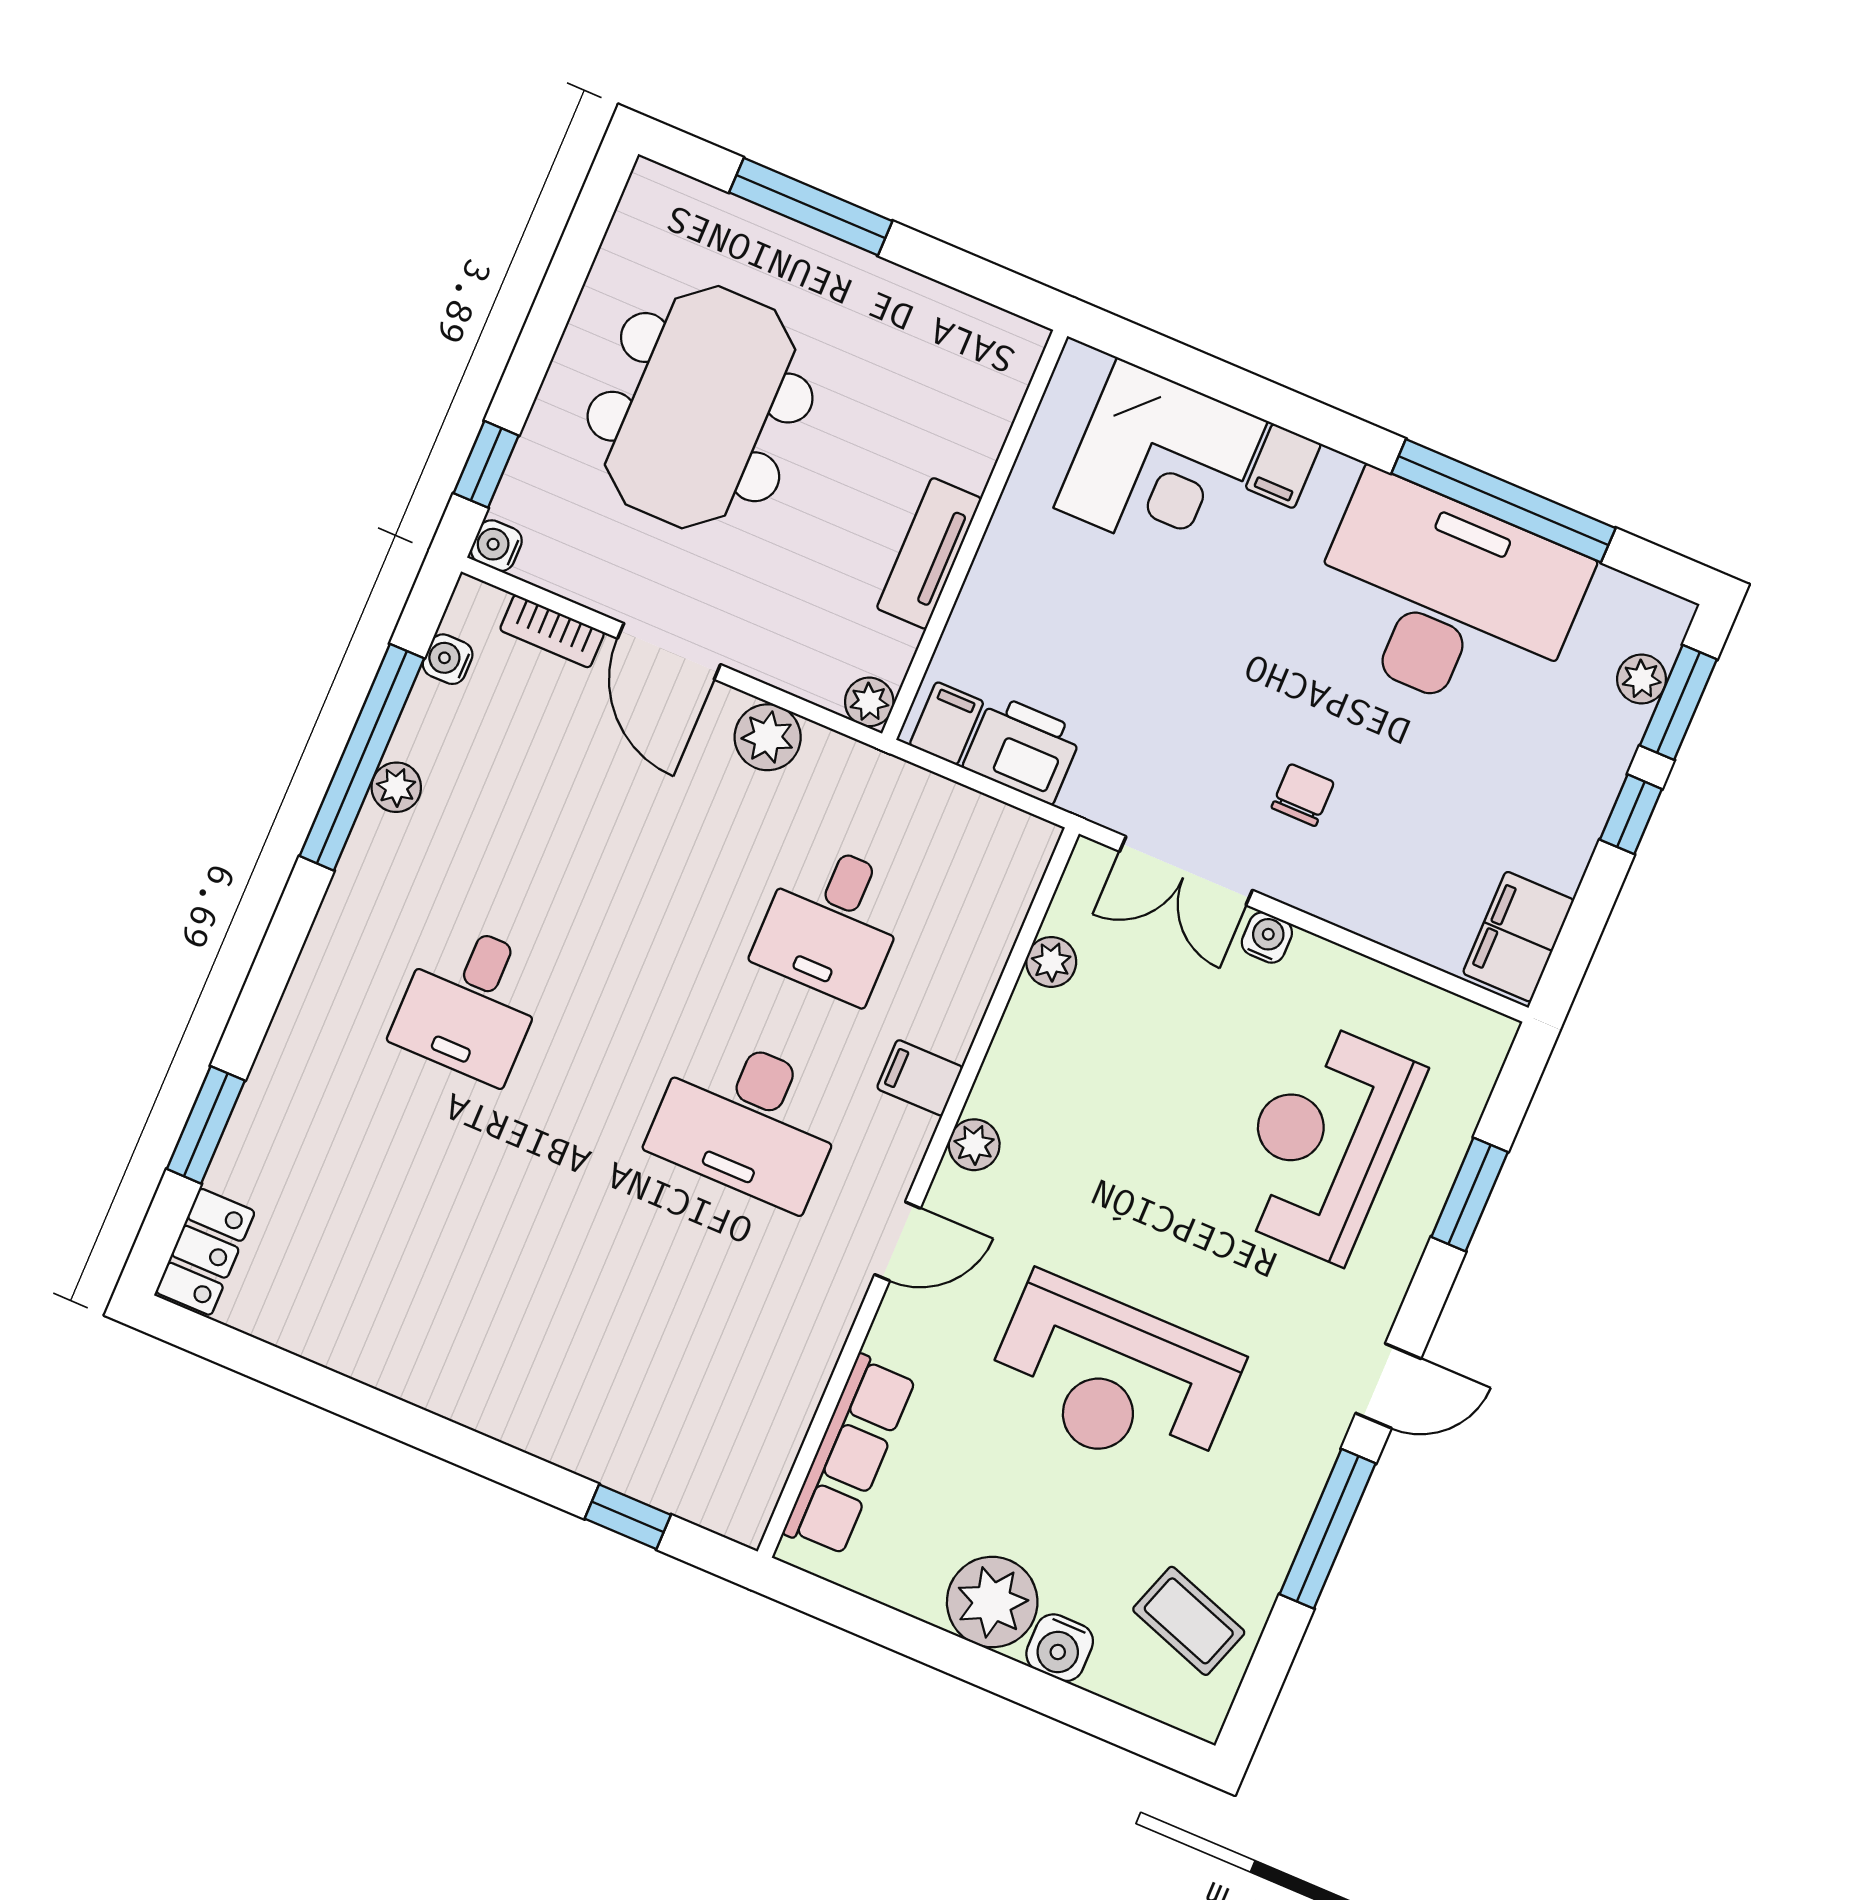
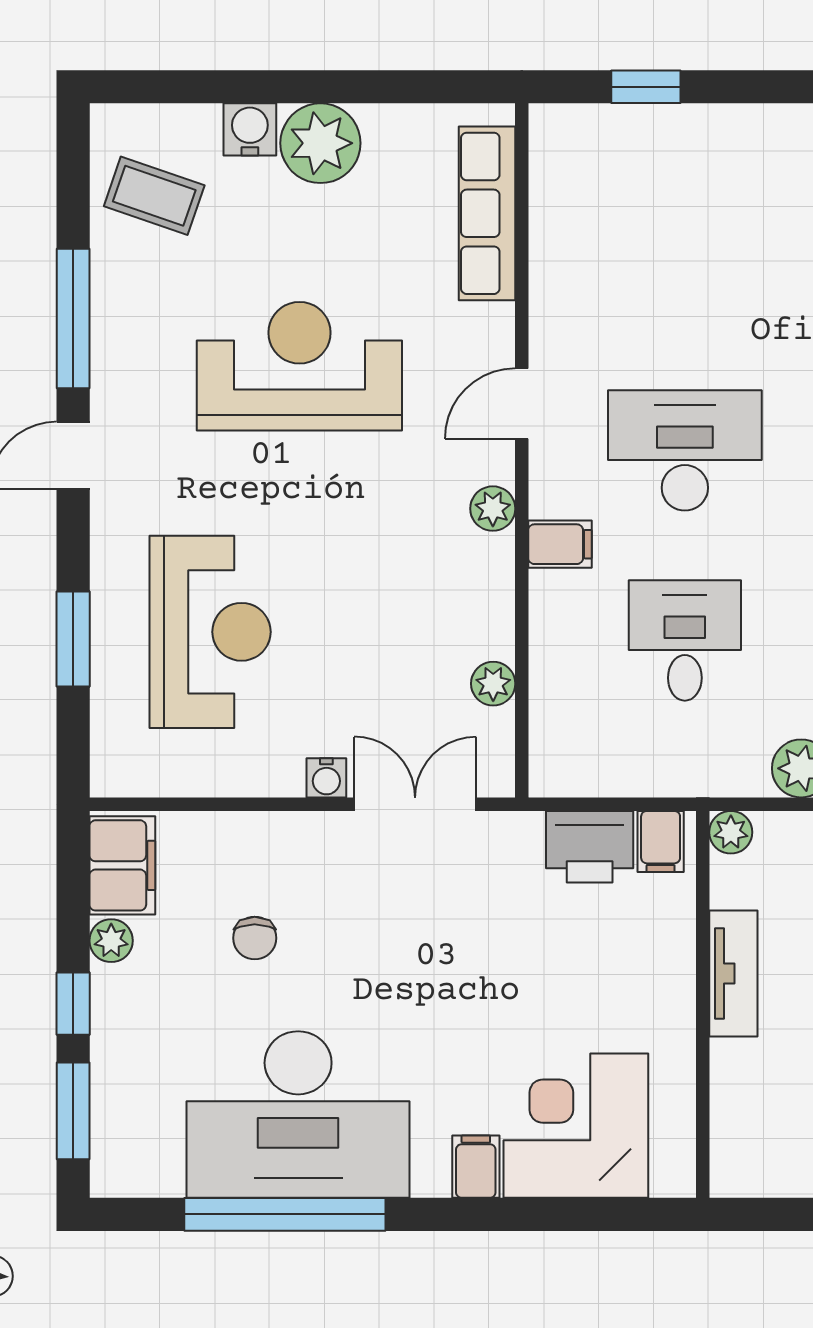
plant: (1642, 679) -> (111, 941), moved
chair: (1303, 795) -> (255, 938), moved

